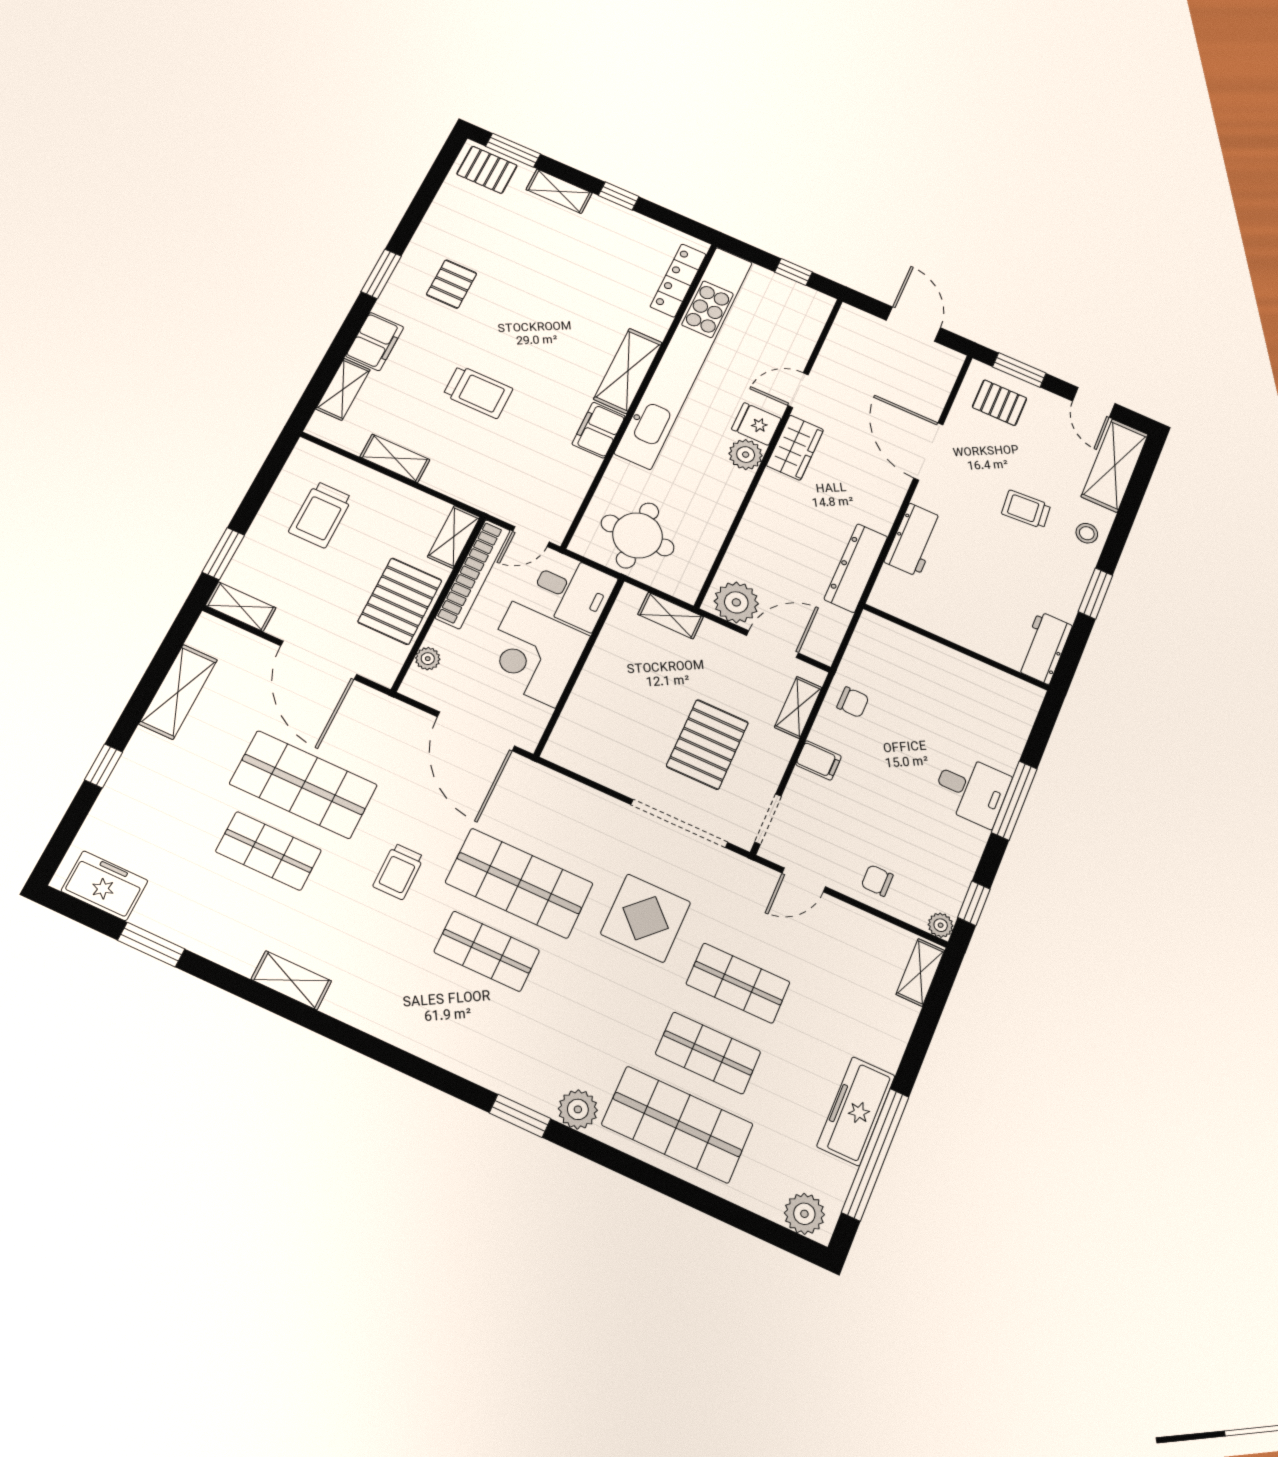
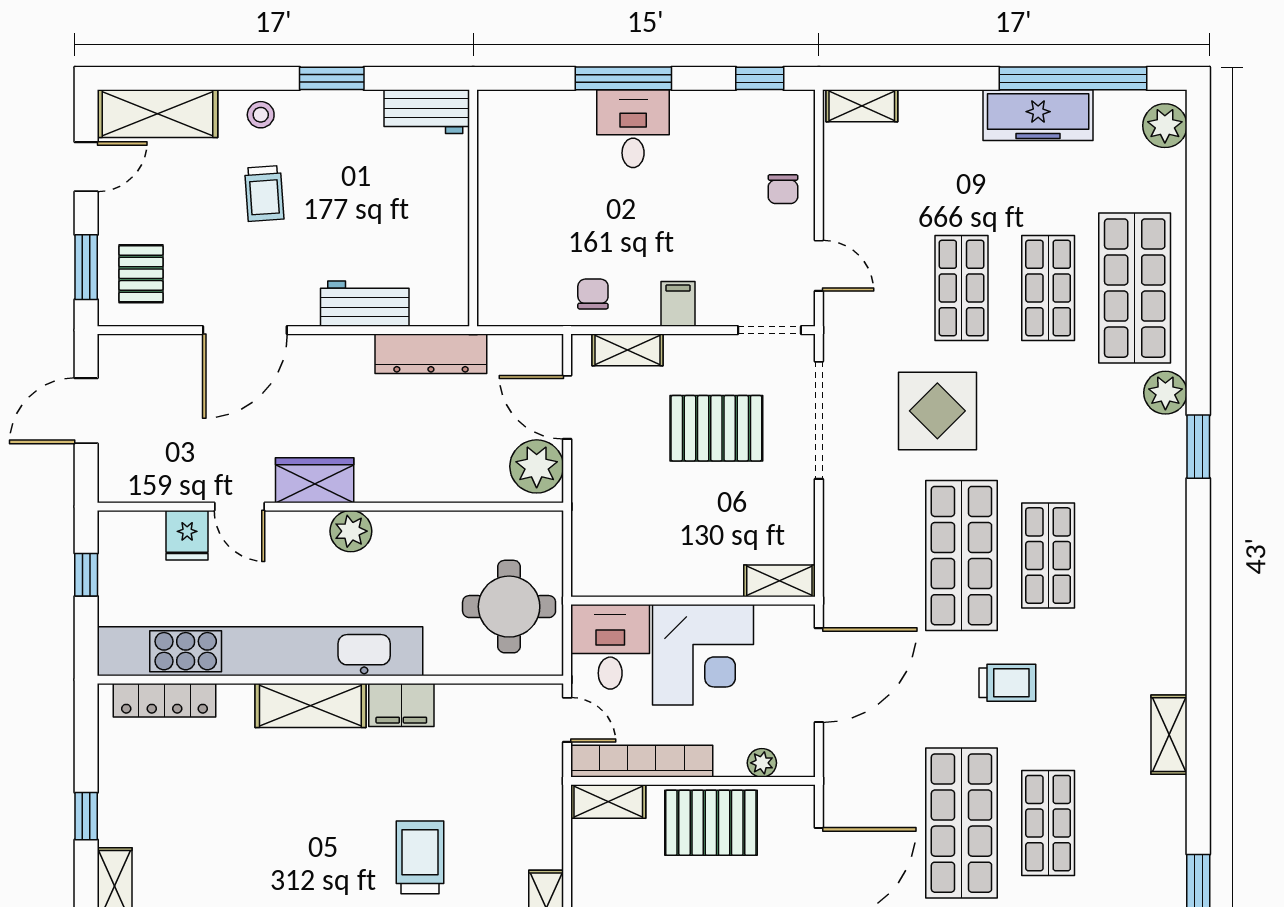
fridge: (756, 424) -> (187, 535), moved
shelving: (671, 616) -> (779, 581), moved, turned 90
plant: (941, 925) -> (801, 104), removed

